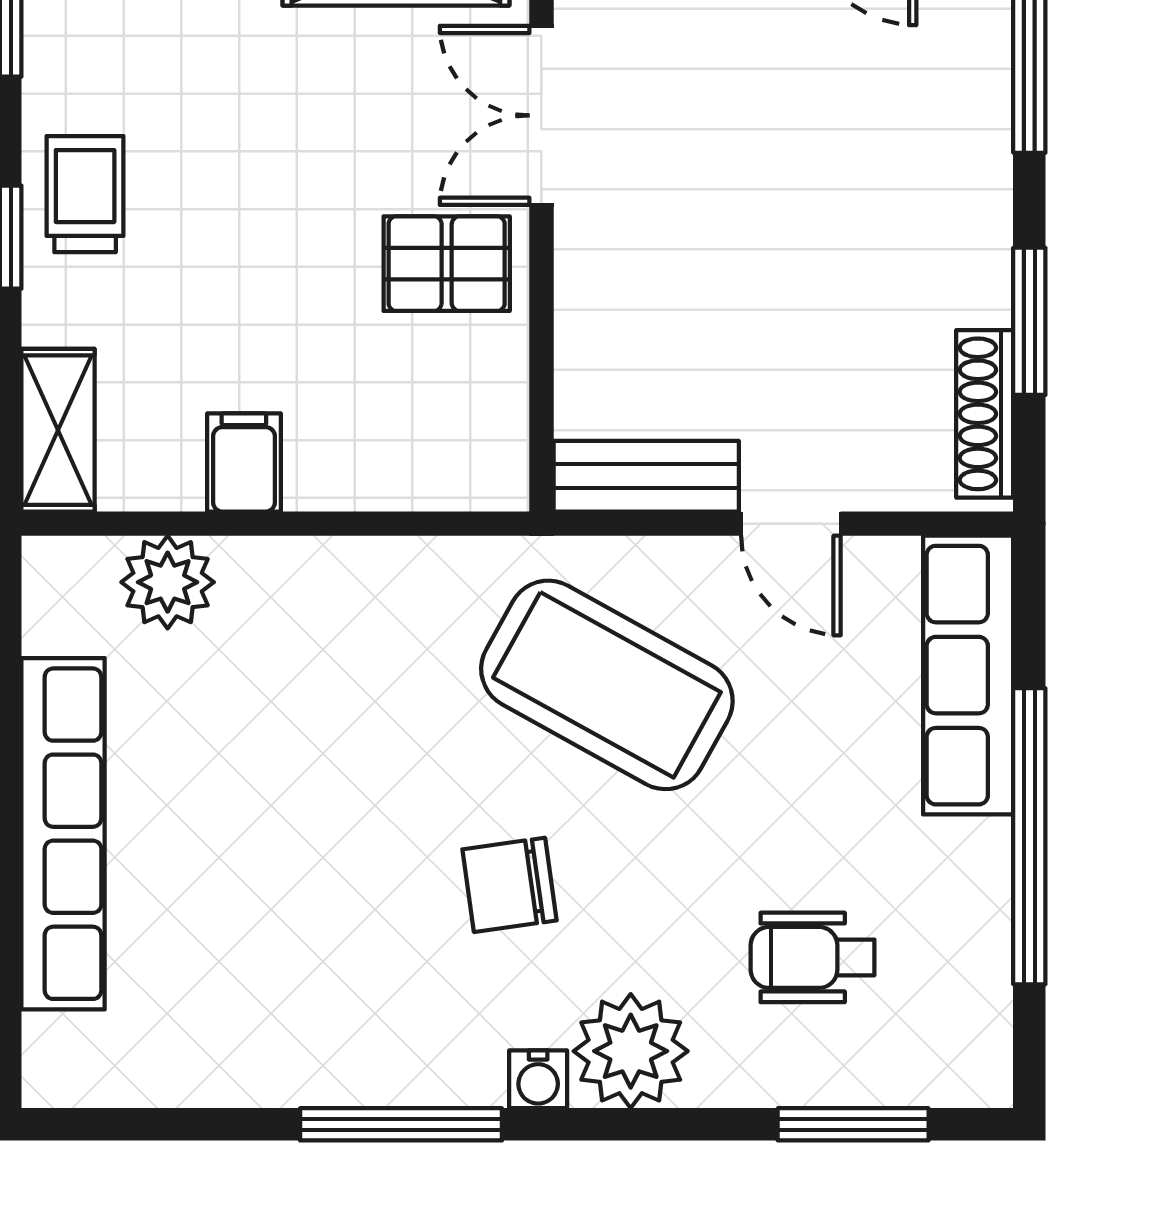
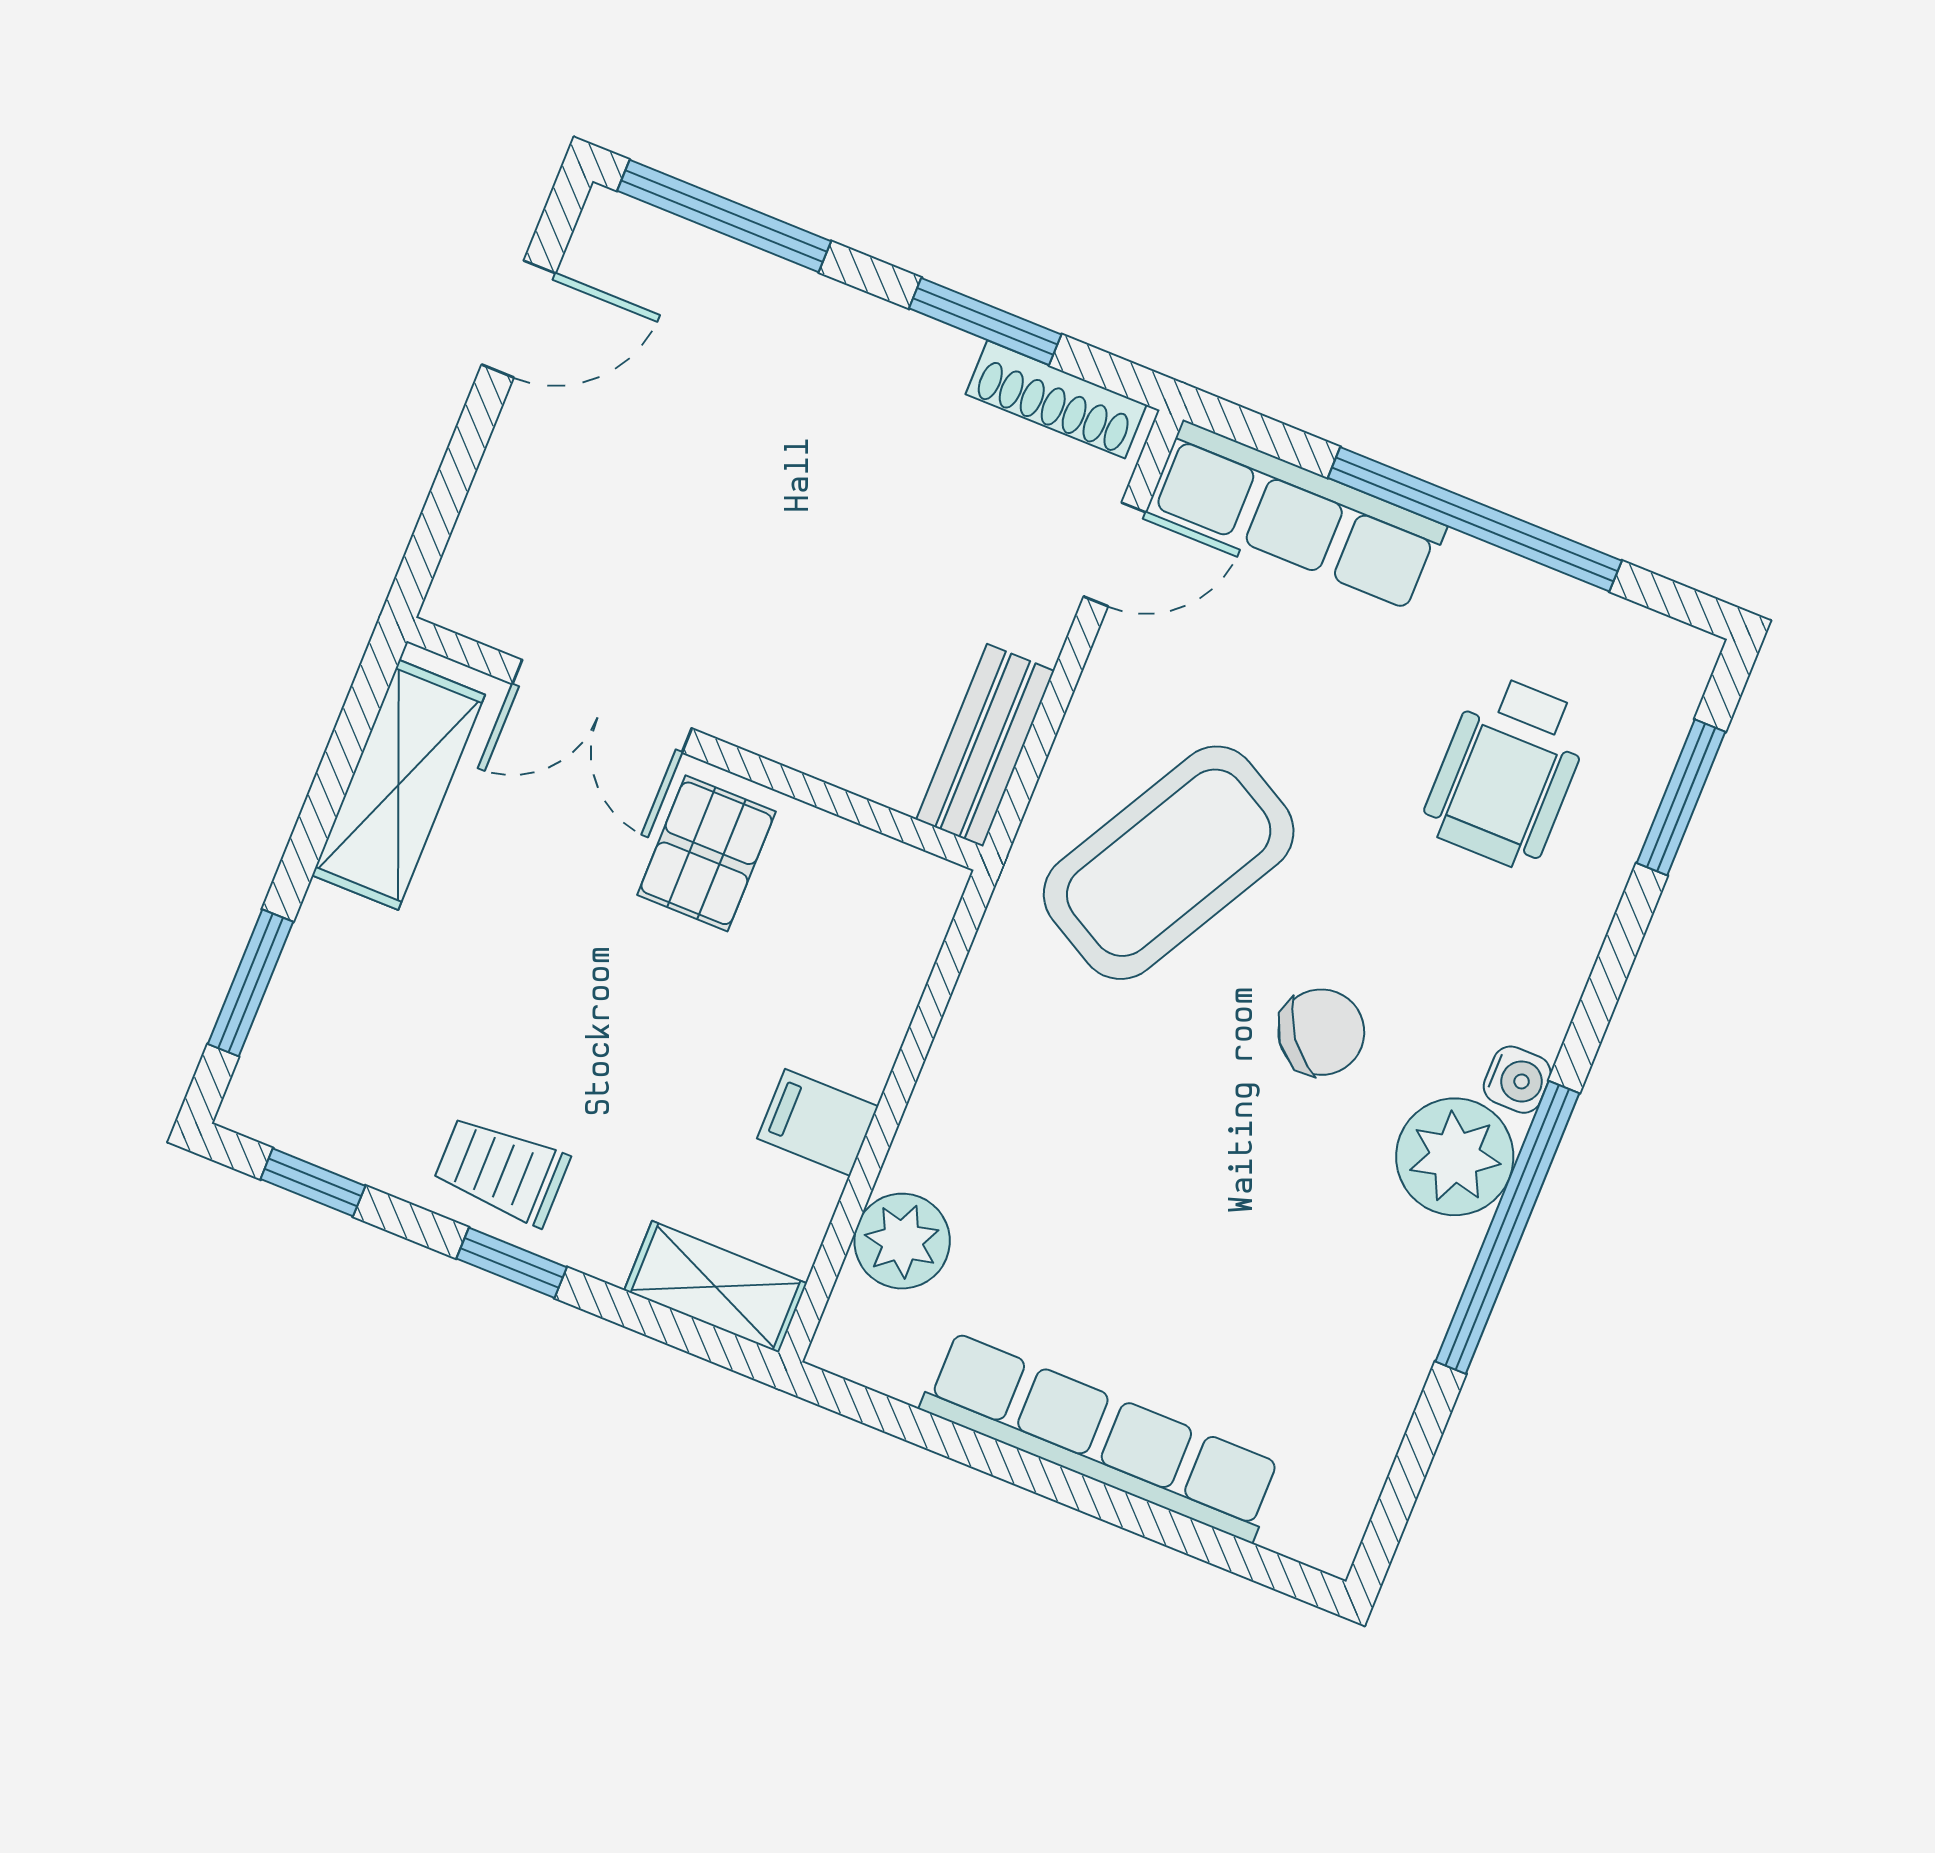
door: (791, 524) -> (1115, 554), moved
chair: (510, 885) -> (1321, 1032), turned -119
wheelchair: (813, 957) -> (1507, 772), width x1.36, depth x1.37
plant: (631, 1051) -> (1455, 1157), moved
window: (401, 1124) -> (1507, 1227), width x1.46

